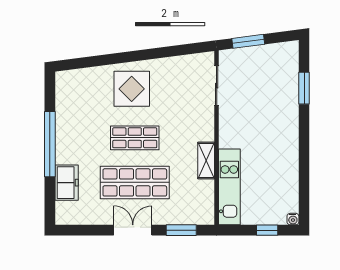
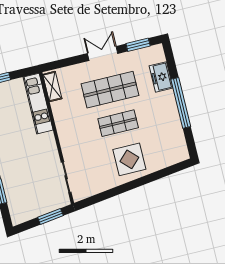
shelving: (206, 161) -> (52, 87), moved
double door: (133, 230) -> (103, 53), swing flipped
window: (181, 230) -> (138, 45), moved

